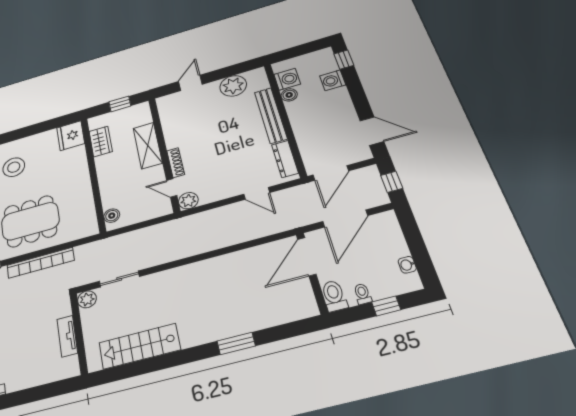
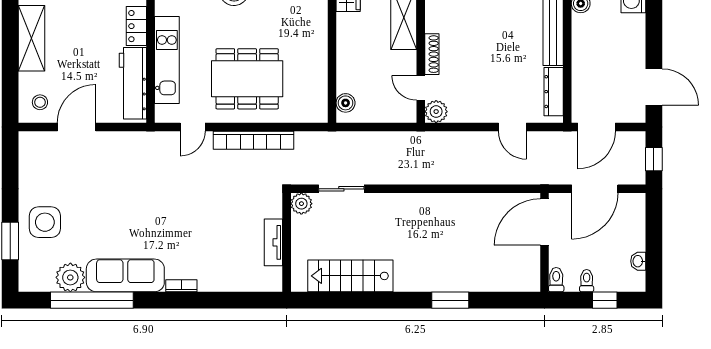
toilet: (334, 296) -> (556, 280), width x0.73, depth x0.72

